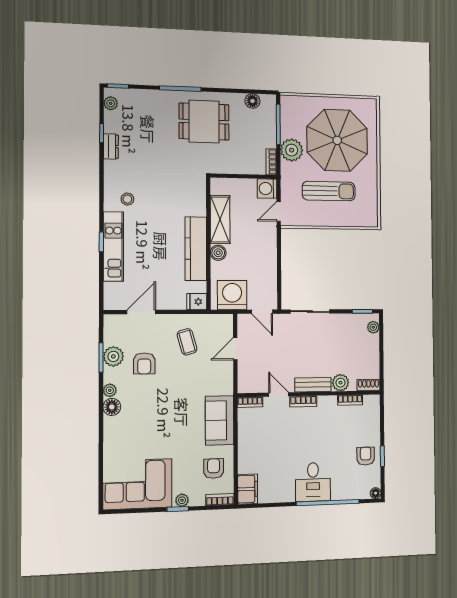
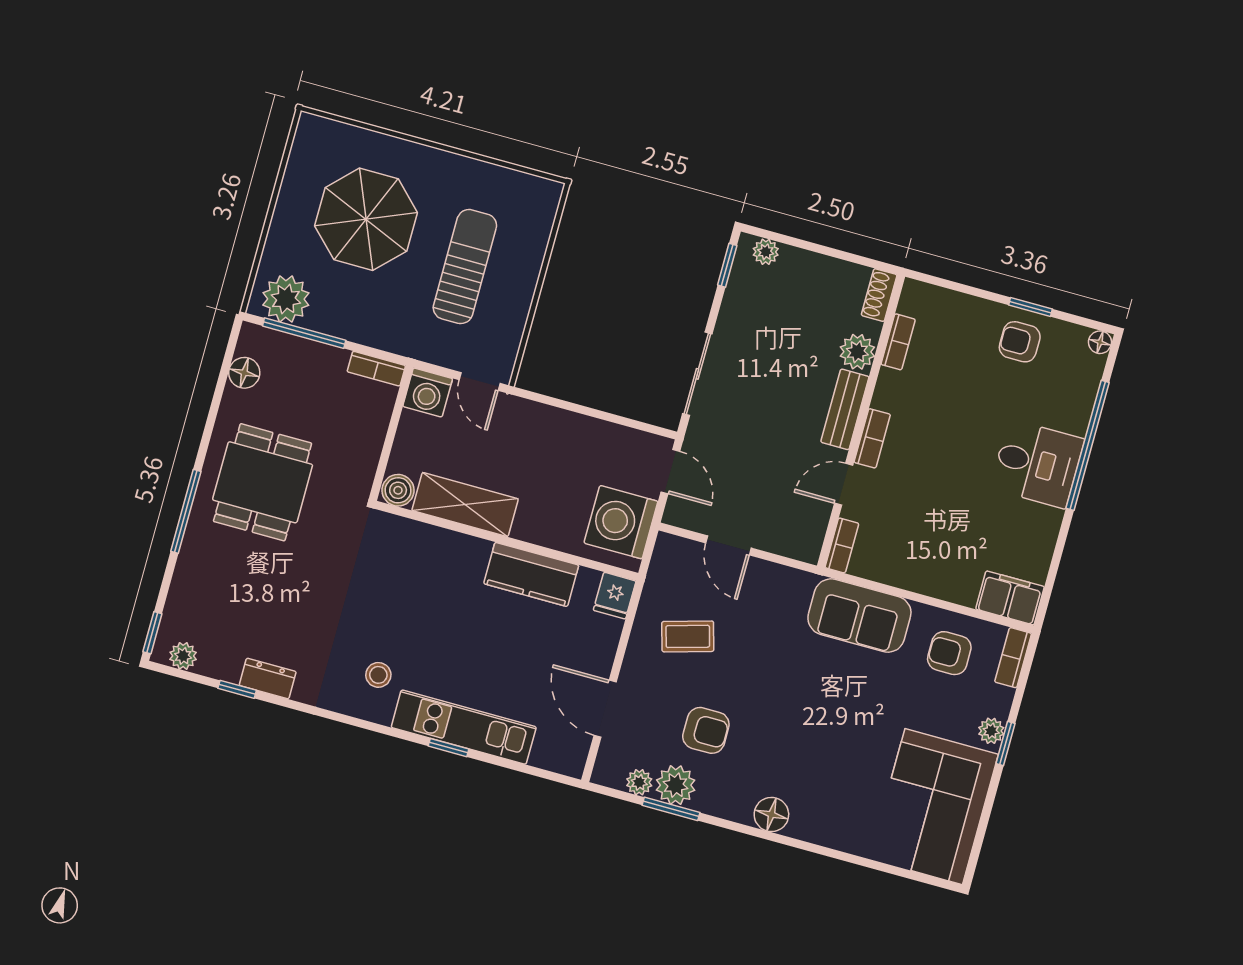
parasol: (337, 140) -> (366, 219), width x0.73, depth x0.73
plant: (292, 150) -> (286, 299), moved
kitchen counter: (196, 249) -> (531, 574), width x0.67
boiler: (218, 253) -> (398, 490), moved
door: (262, 312) -> (670, 472), hinge flipped
plant: (110, 390) -> (639, 782), moved

